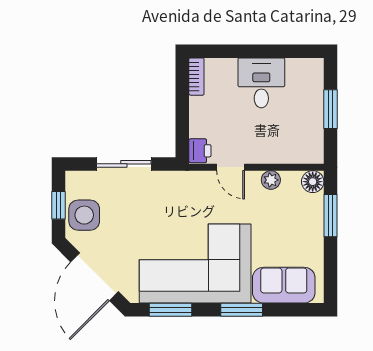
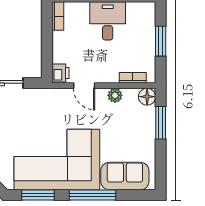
bookcase: (294, 157) -> (133, 78), added
window: (242, 310) -> (93, 195), width x1.44

